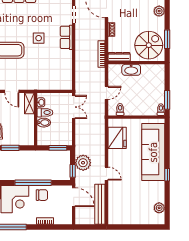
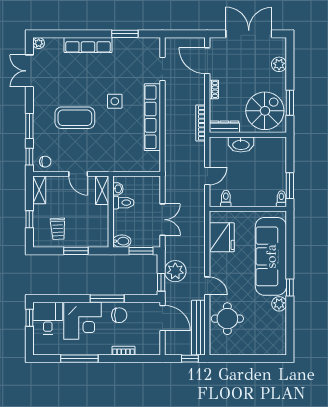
row of seats: (66, 37) -> (152, 117), width x2.02
double door: (74, 107) -> (162, 220), moved
bidet: (44, 123) -> (122, 241), moved
window: (33, 183) -> (107, 299), width x0.68
round table: (121, 198) -> (227, 319), added
plant: (159, 208) -> (279, 304), moved
window: (94, 227) -> (190, 359), added

